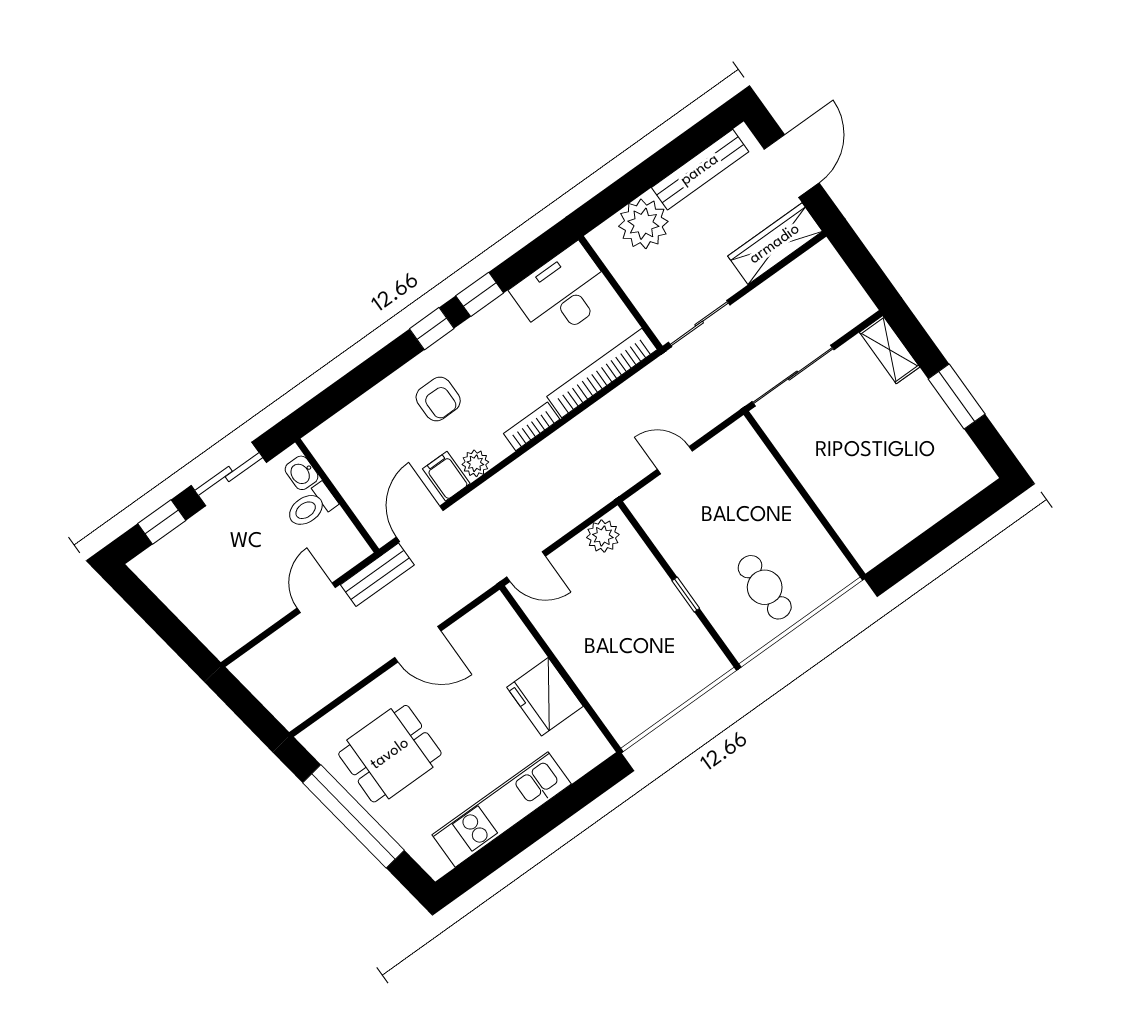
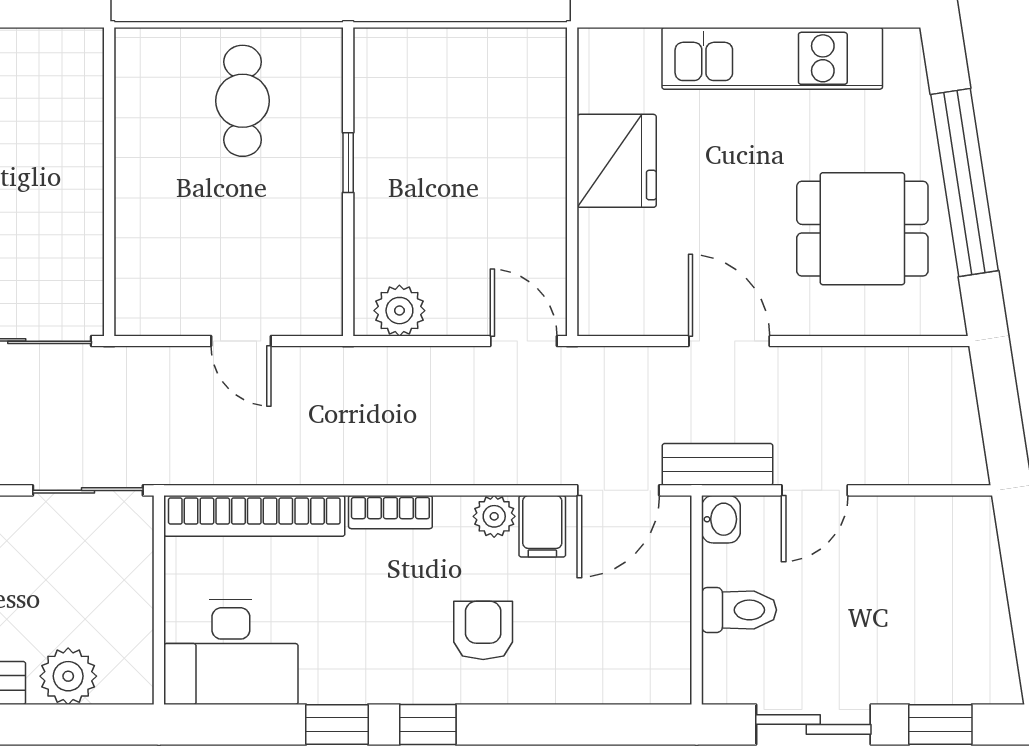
plant: (643, 224) -> (68, 676), width x0.73, depth x0.73
washbasin: (302, 473) -> (721, 519), moved

